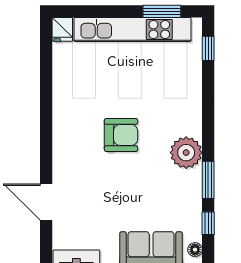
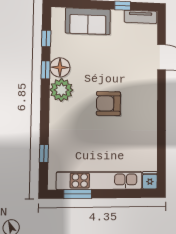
window: (208, 48) -> (44, 154), moved
window: (208, 180) -> (46, 70), width x0.67
floor lamp: (195, 250) -> (60, 67), moved, width x1.89, depth x1.89

